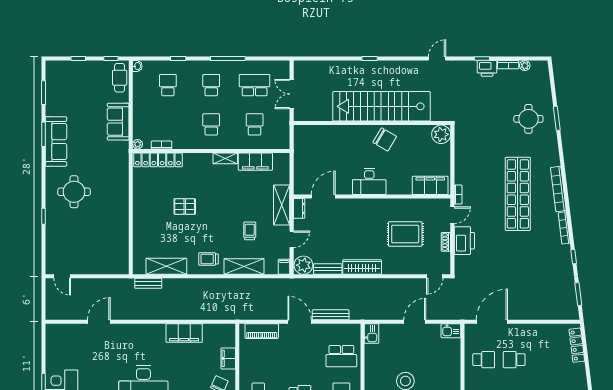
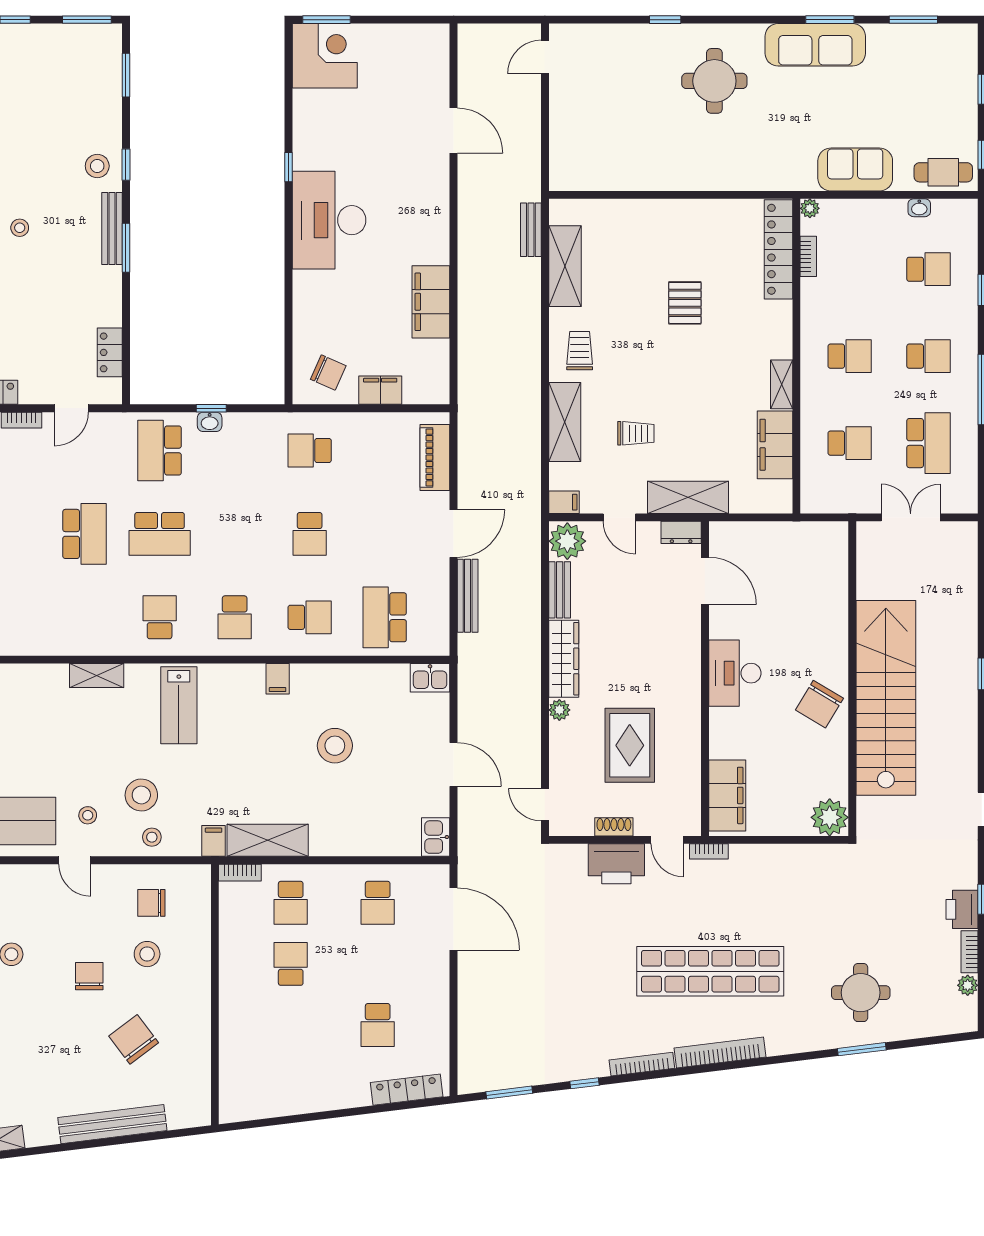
washbasin: (137, 66) -> (919, 208), moved
plant: (388, 269) -> (559, 710), added
school desk: (514, 360) -> (378, 1025), moved, turned 180

